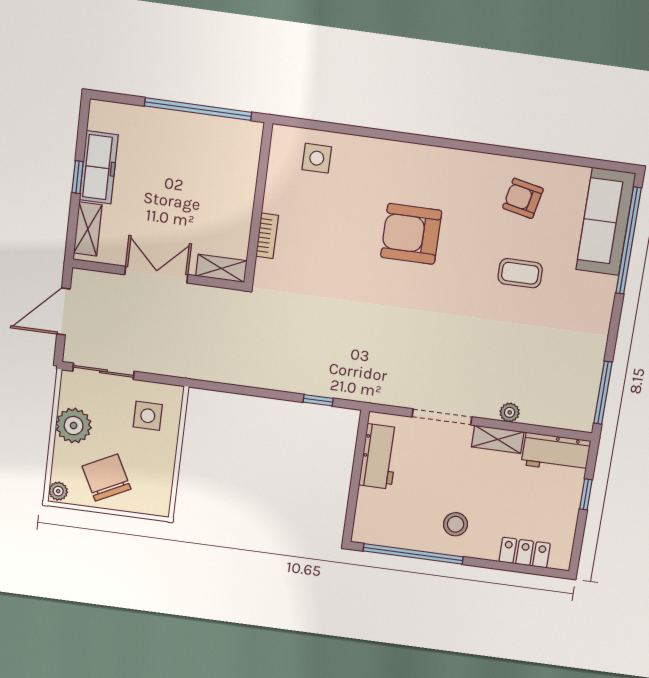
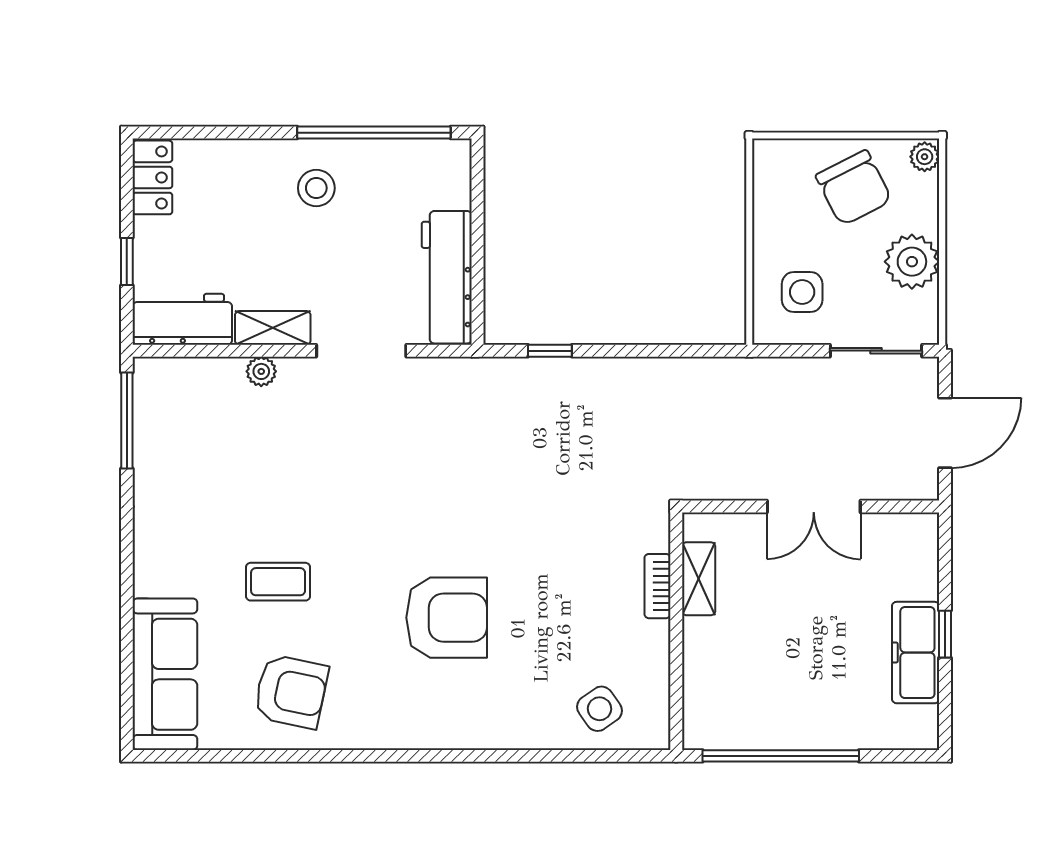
side table: (317, 158) -> (600, 709), turned -35
armchair: (523, 198) -> (291, 691), width x1.38, depth x1.38
shelving: (88, 229) -> (922, 560), removed
window: (629, 241) -> (127, 651), removed
shelving: (221, 268) -> (699, 579), moved, turned 90
workbench: (379, 456) -> (447, 277), width x1.38
locker: (525, 553) -> (152, 177), moved, turned -90

